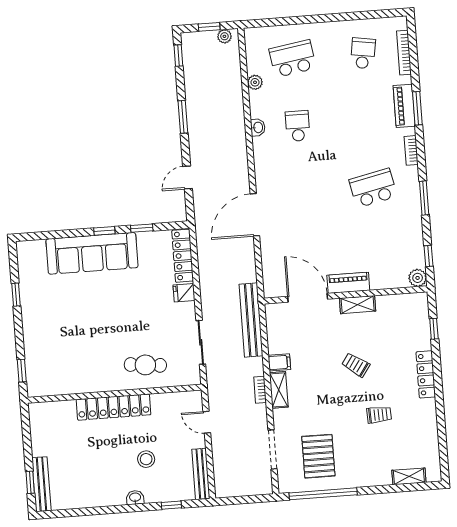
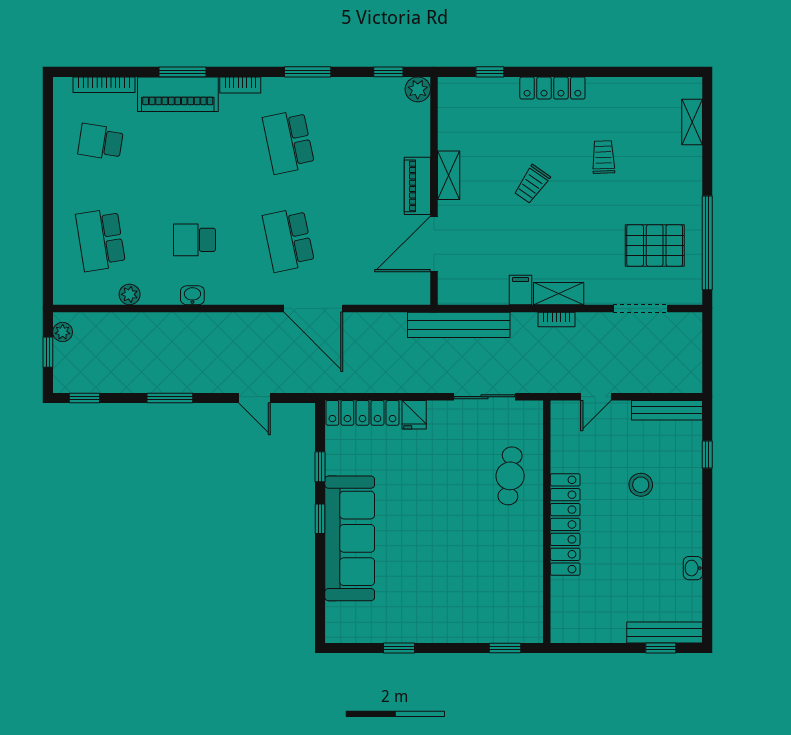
piano: (404, 106) -> (178, 94), width x1.37, depth x1.33
school desk: (303, 193) -> (289, 240), added
washbasin: (135, 498) -> (693, 568), moved

